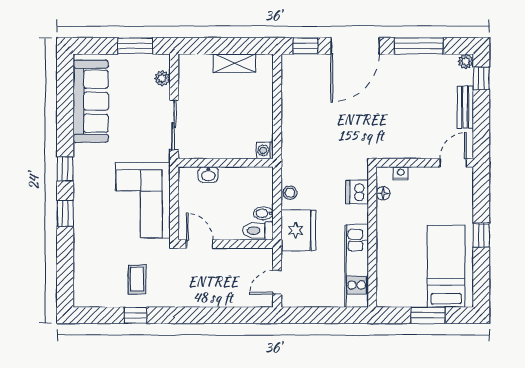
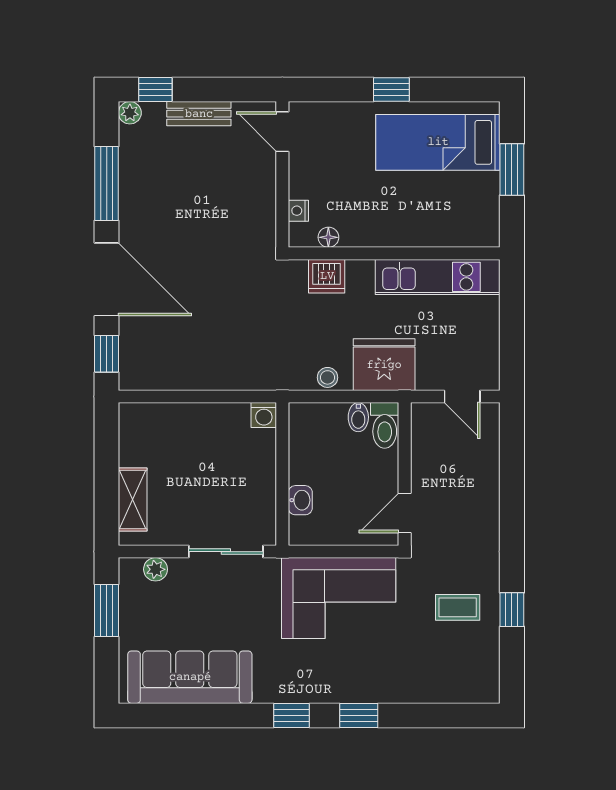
shelving: (235, 63) -> (133, 499), moved

